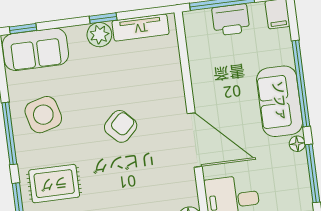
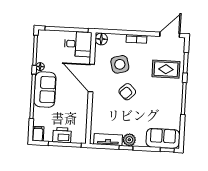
side table: (43, 115) -> (120, 64), moved

